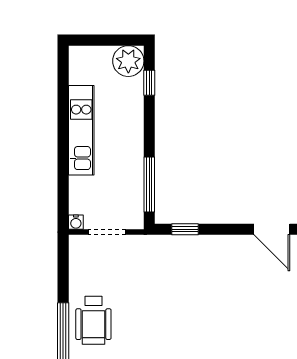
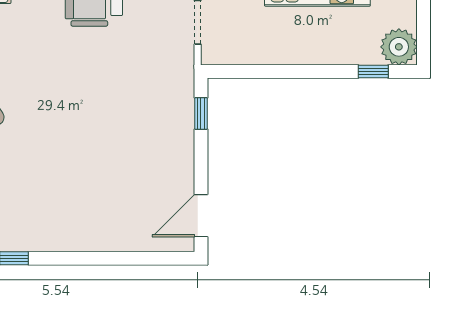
window: (149, 185) -> (254, 71), removed

